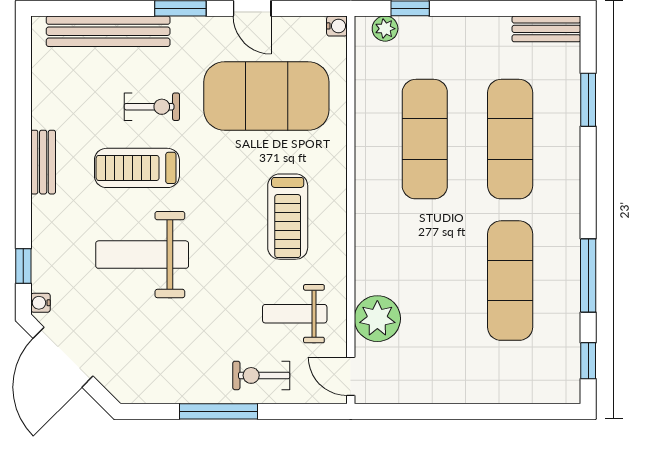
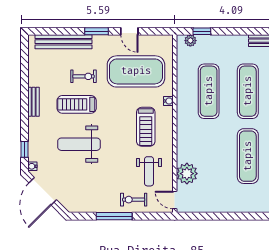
water cooler: (337, 26) -> (168, 101), moved
weight bench: (295, 314) -> (149, 171), turned -90

